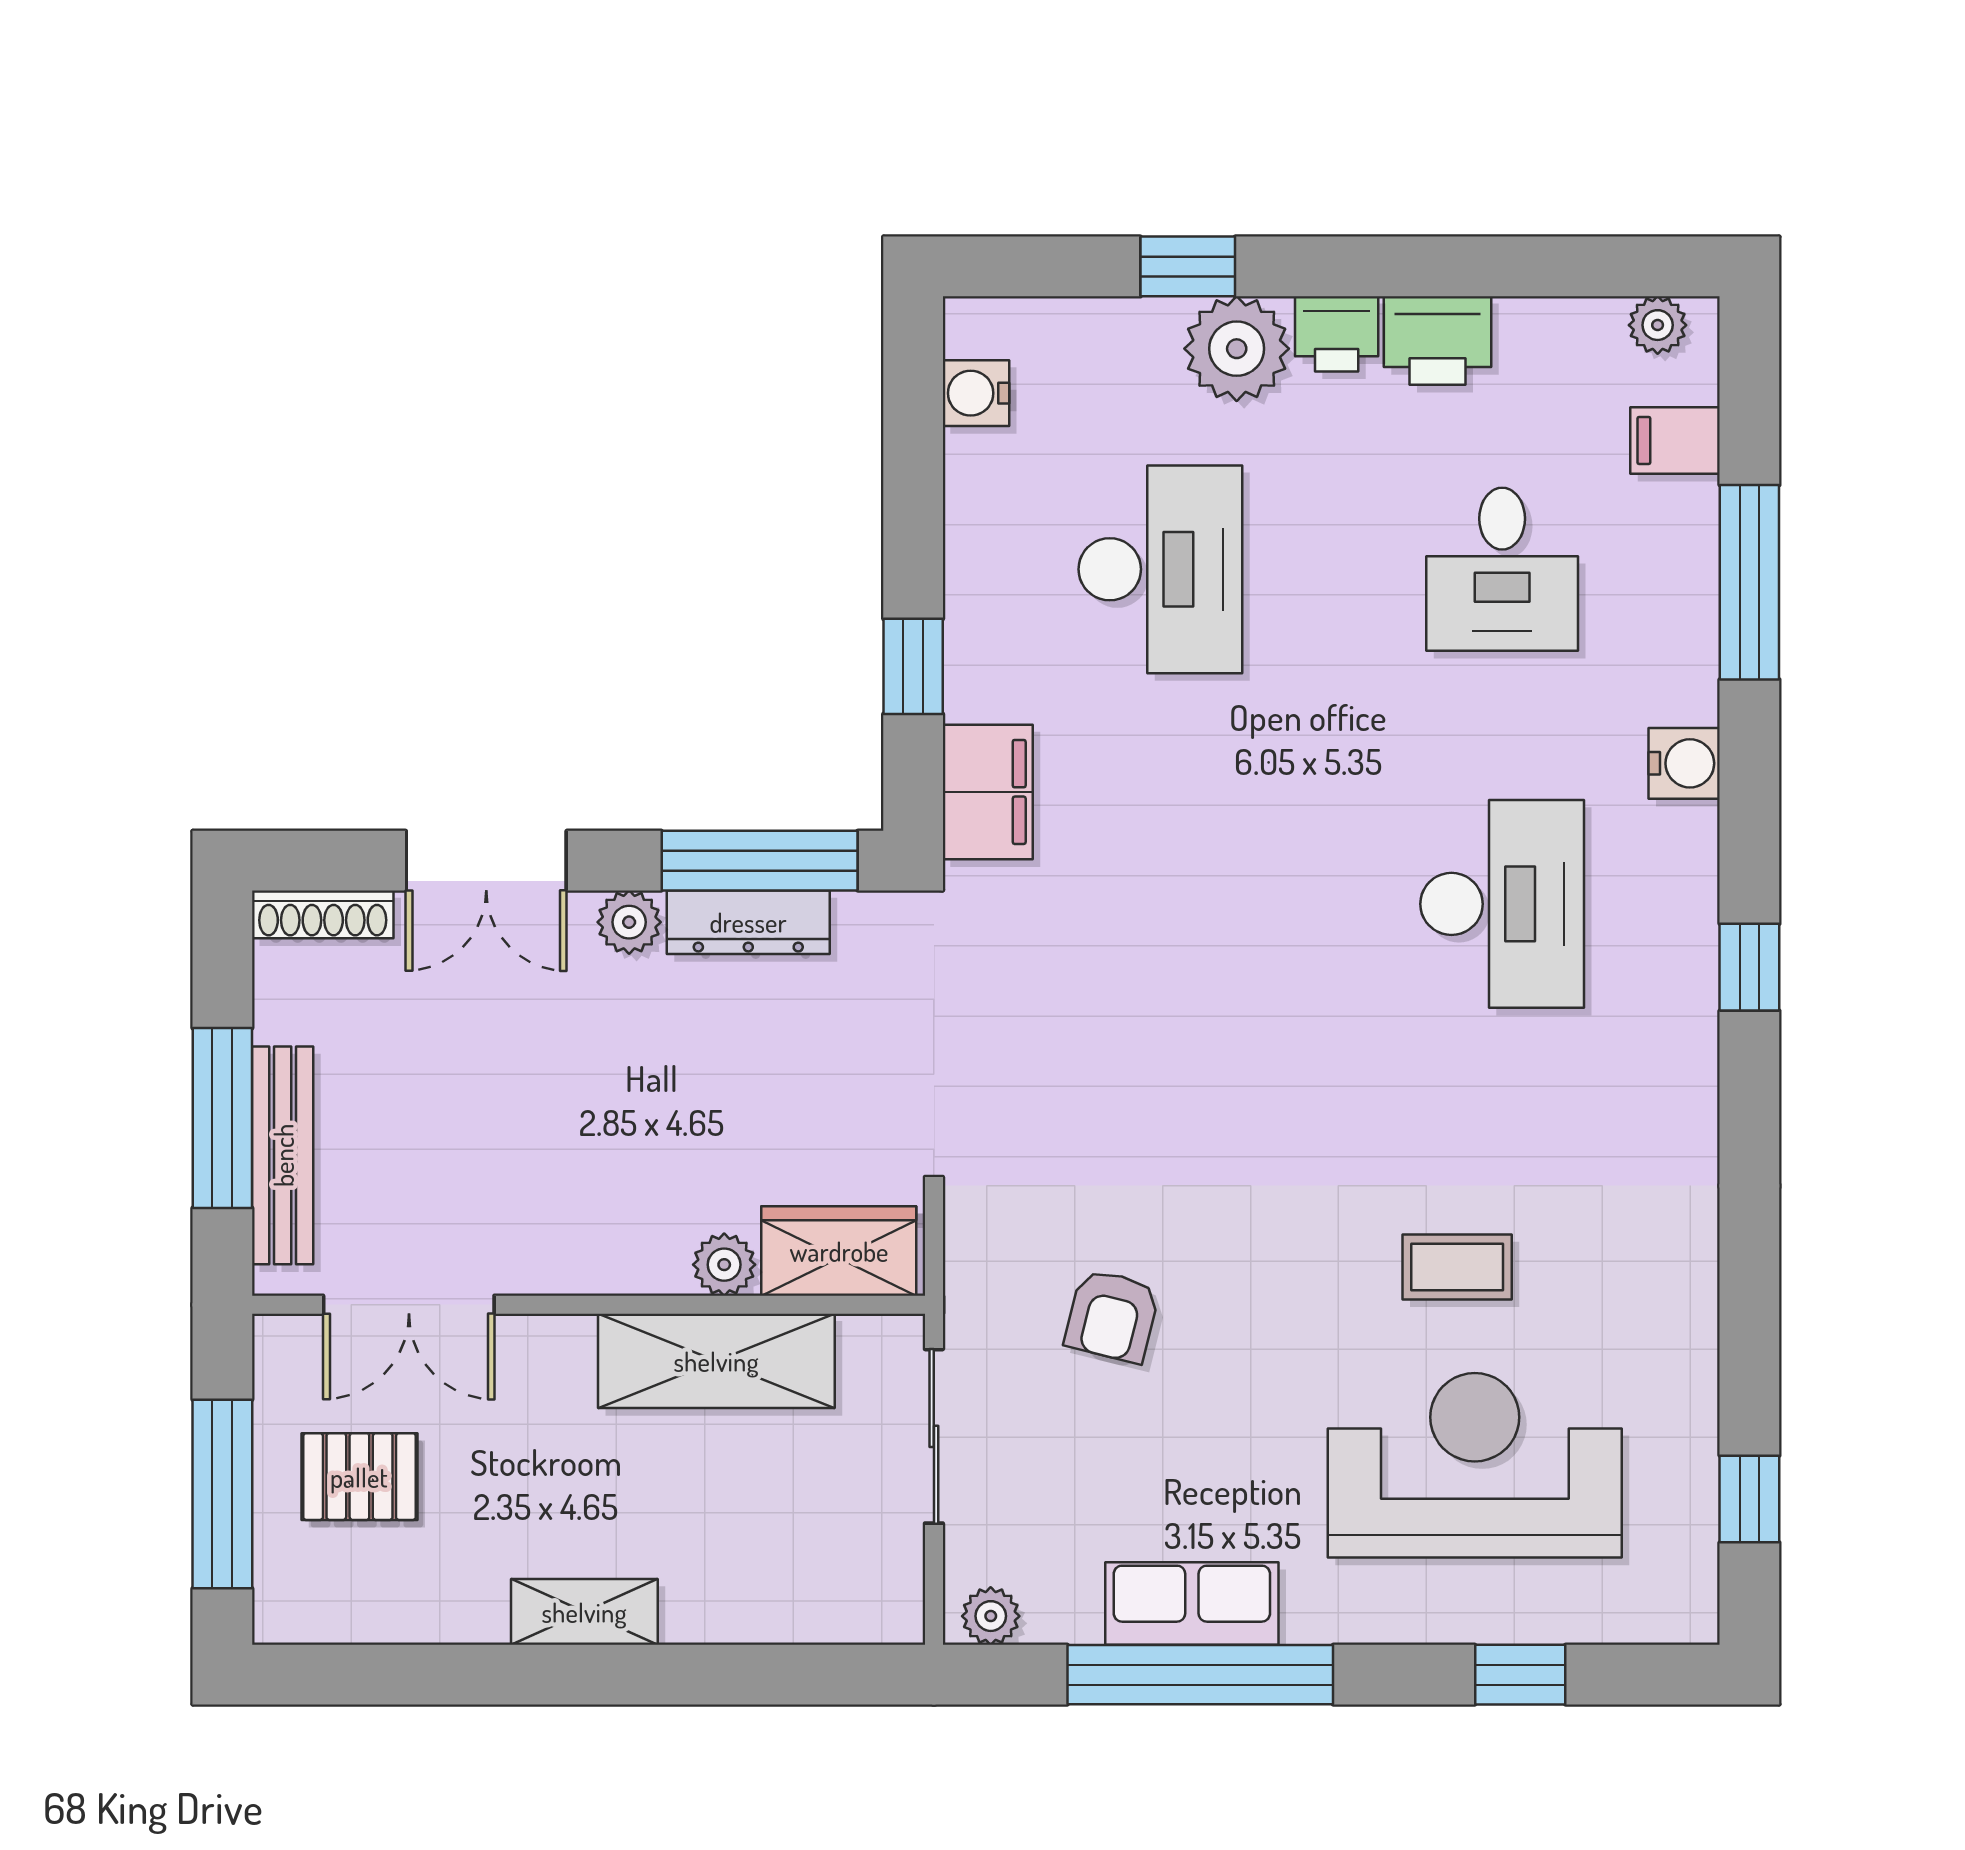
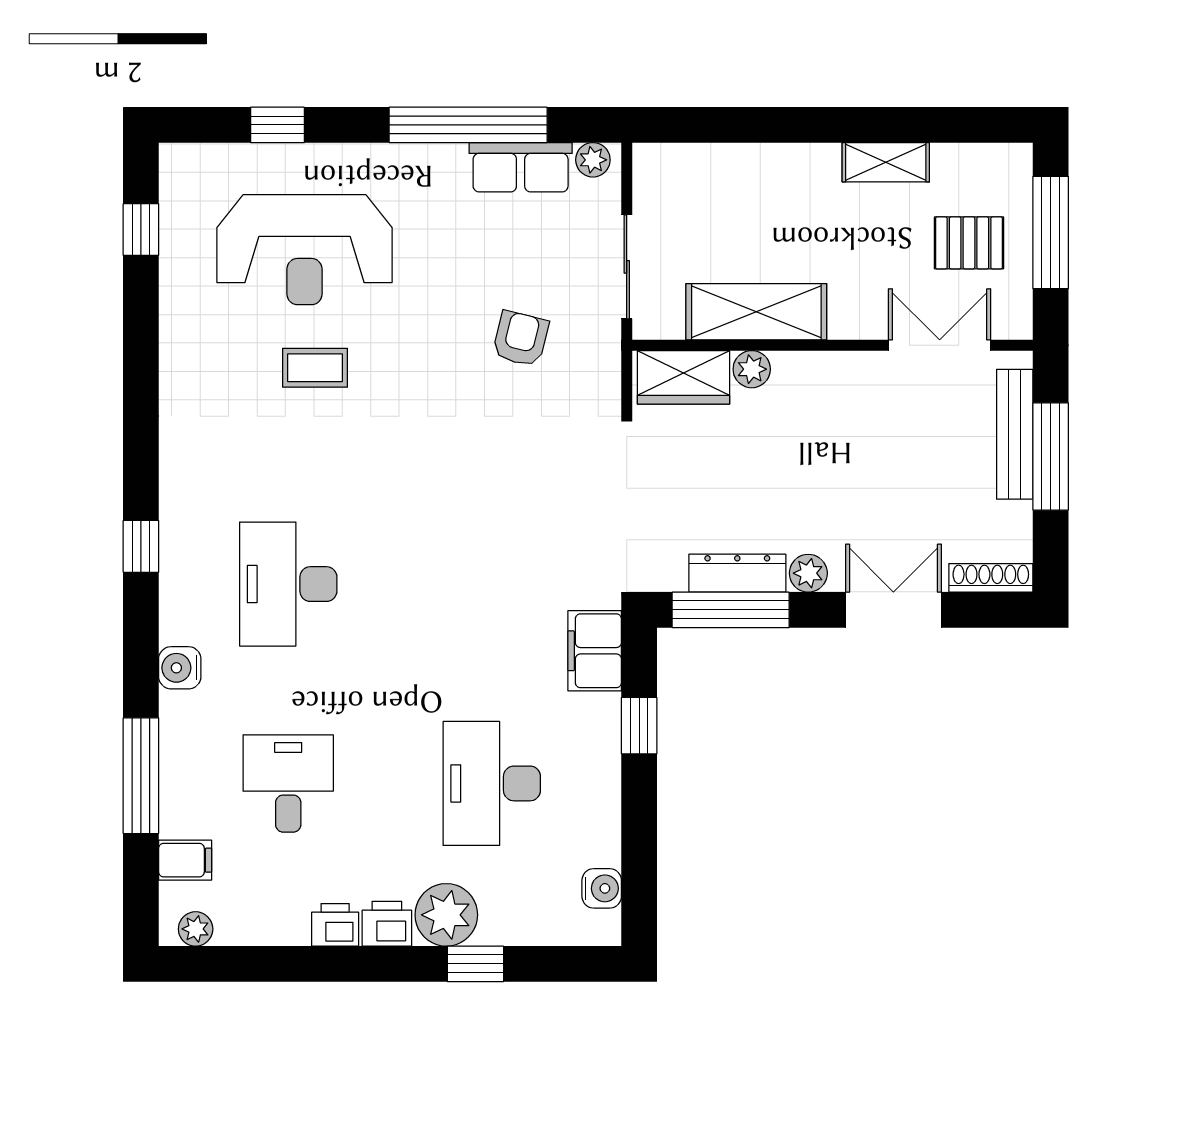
printer: (1438, 340) -> (335, 925), width x0.73, depth x0.81
row of seats: (1192, 1604) -> (521, 167), moved
shelving: (584, 1612) -> (886, 162), moved

